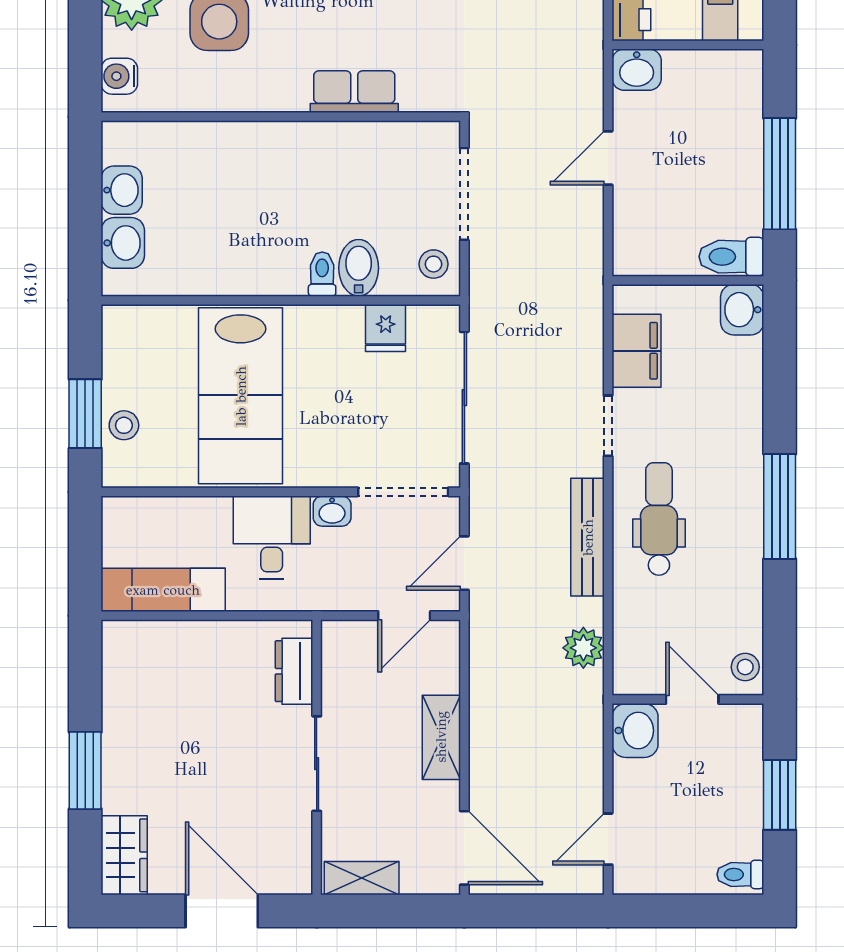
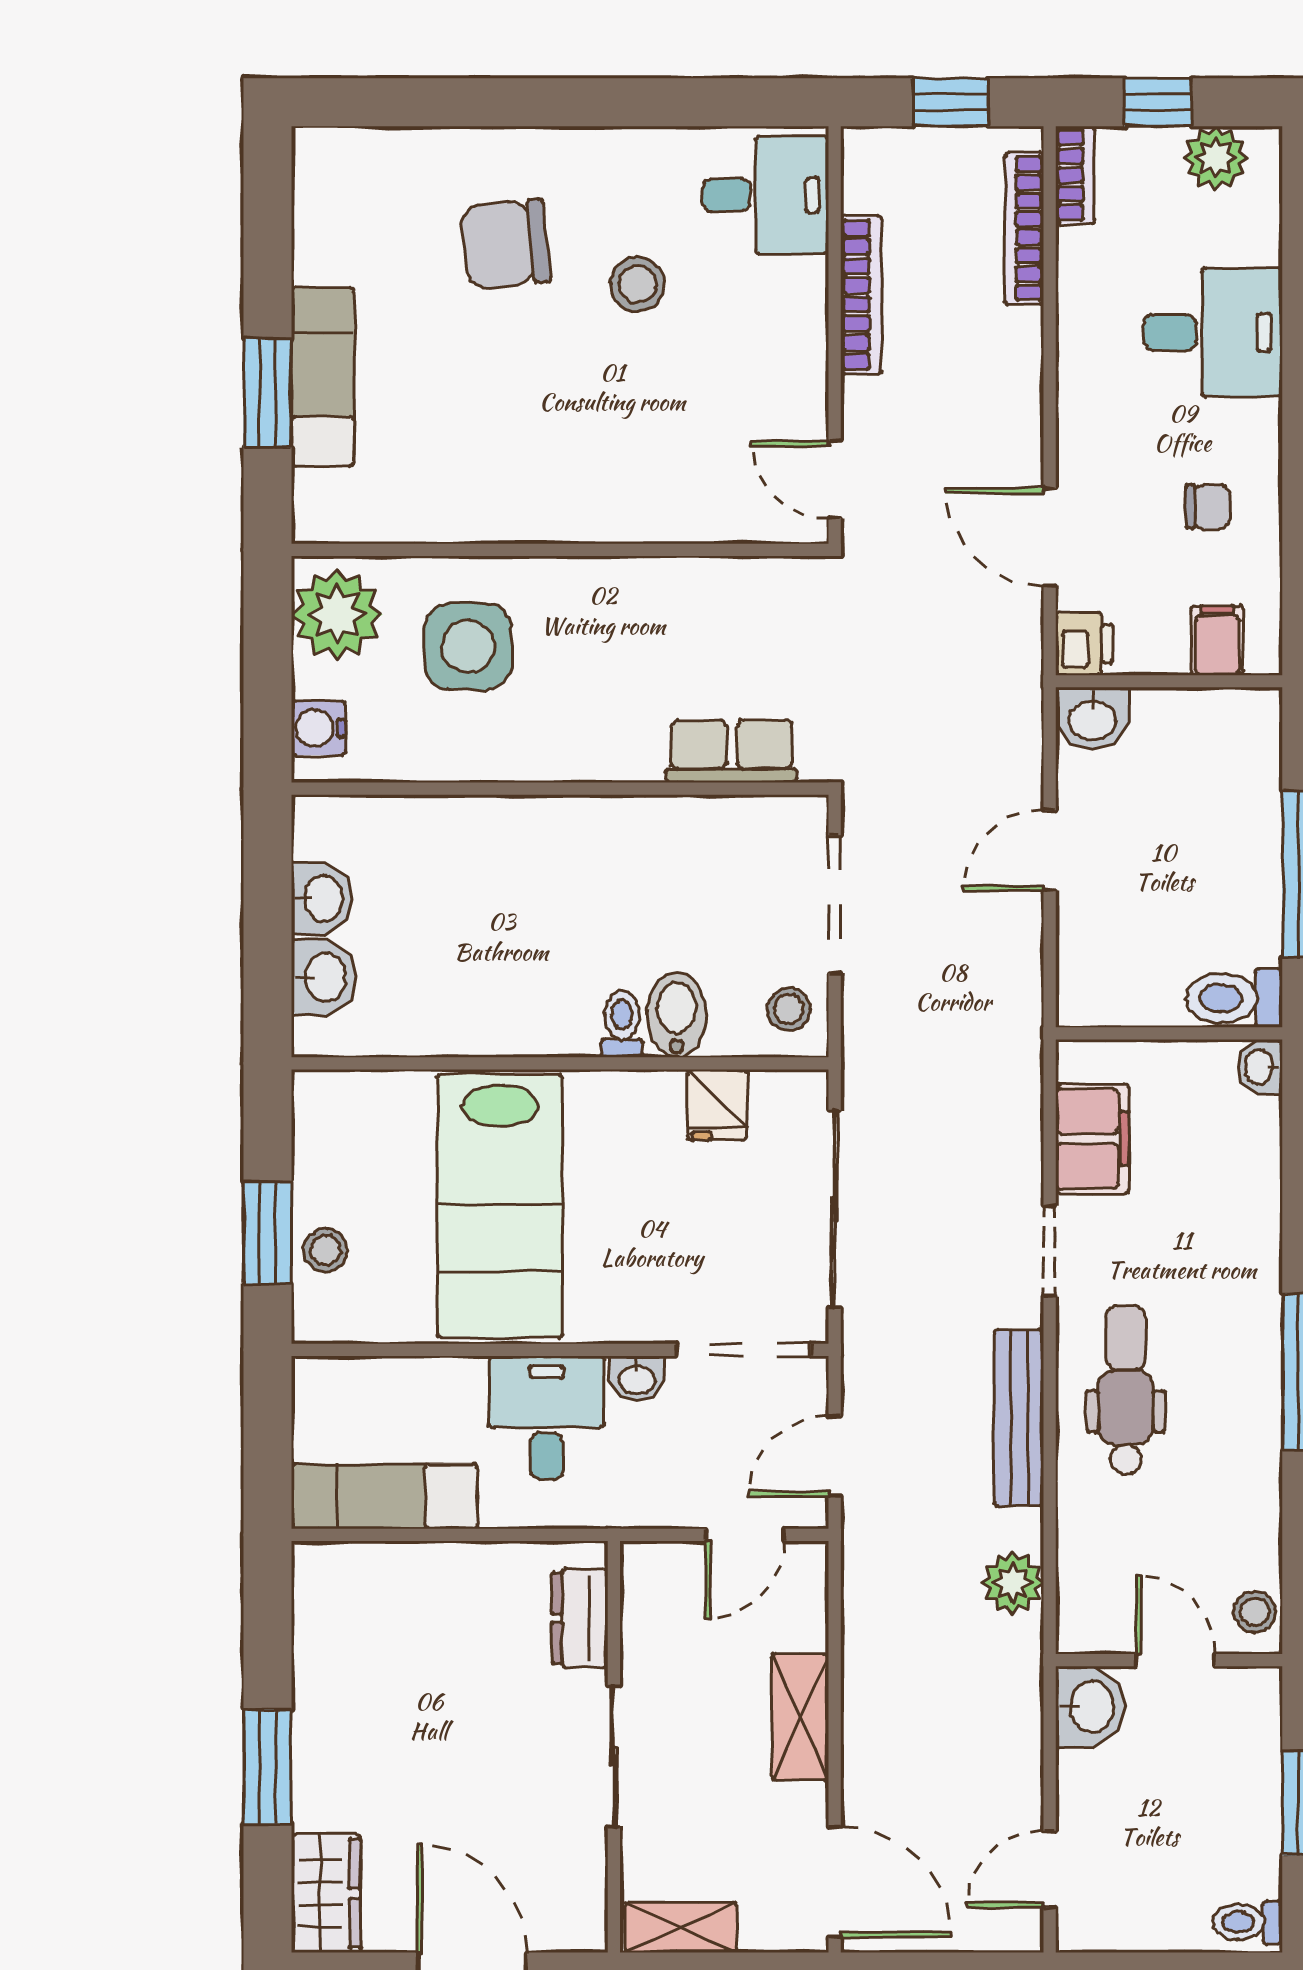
row of seats: (354, 92) -> (732, 751), moved
washbasin: (742, 310) -> (1260, 1067), width x0.72, depth x0.69

